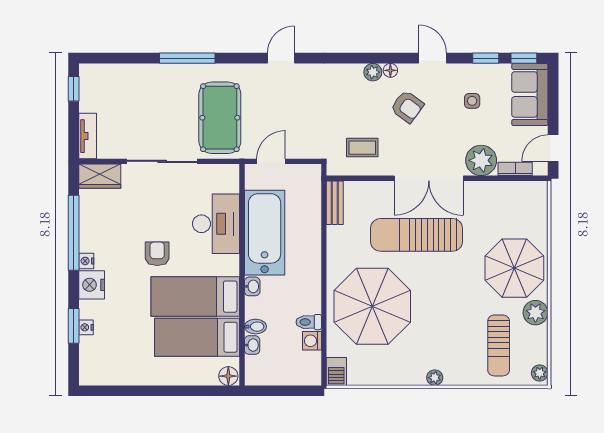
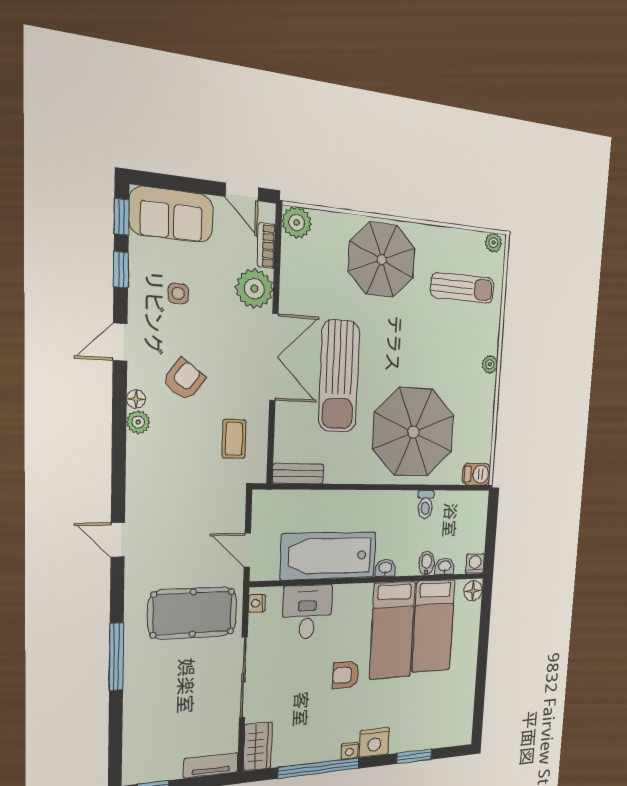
desk: (216, 224) -> (307, 612), width x0.73
plant: (535, 313) -> (297, 223), moved
nightstand: (86, 327) -> (257, 603), moved, turned 90
washing machine: (312, 341) -> (475, 564), moved, turned 180

